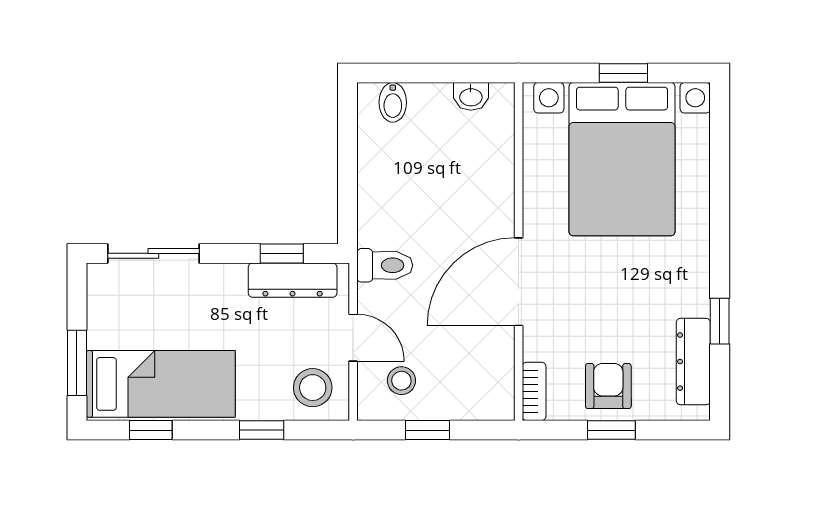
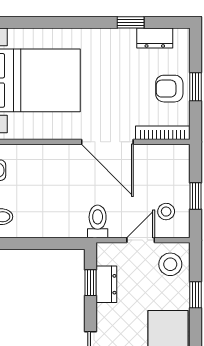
dresser: (293, 280) -> (106, 284), width x0.70
dresser: (693, 362) -> (155, 38), width x0.70
bookcase: (534, 391) -> (163, 133), width x1.56

